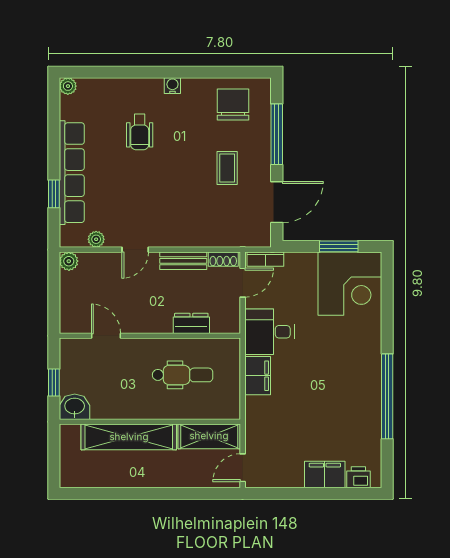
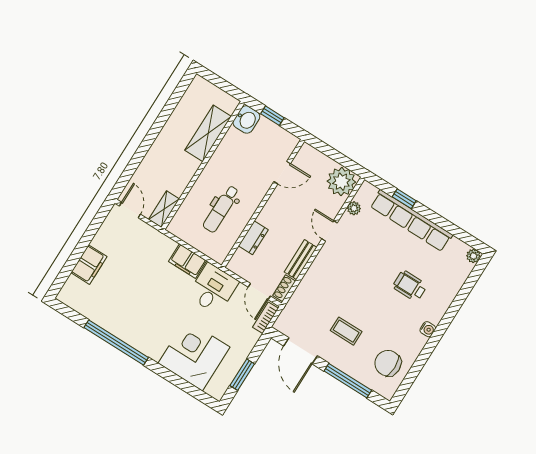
chair: (233, 104) -> (388, 363), turned 180
plant: (69, 261) -> (341, 182), width x1.87, depth x1.87
corner desk: (350, 284) -> (194, 355), moved, turned 90
shelving: (209, 436) -> (164, 209), width x0.67, depth x0.75
shelving: (129, 437) -> (208, 133), width x0.68
printer: (358, 477) -> (72, 287), removed

